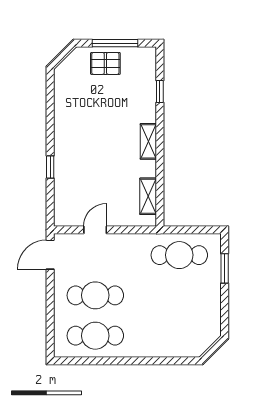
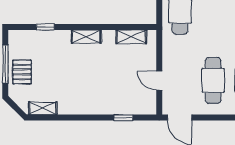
shelving: (61, 89) -> (43, 108), added
window: (50, 167) -> (123, 118), moved

